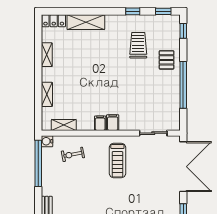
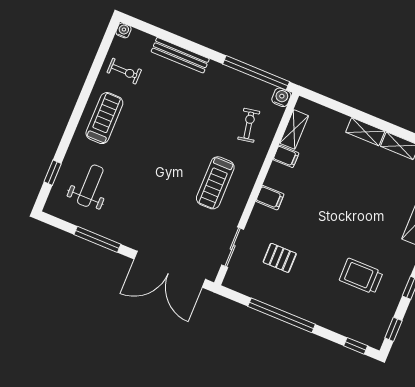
trolley: (138, 45) -> (361, 276), turned 180
pallet: (167, 60) -> (280, 258), moved
shelving: (47, 94) -> (365, 132), moved
filing cabinet: (100, 123) -> (286, 156), moved
treadmill: (117, 161) -> (215, 183), turned -90

